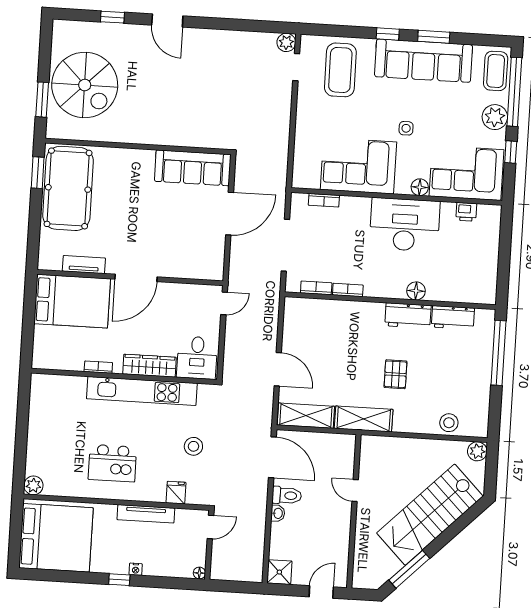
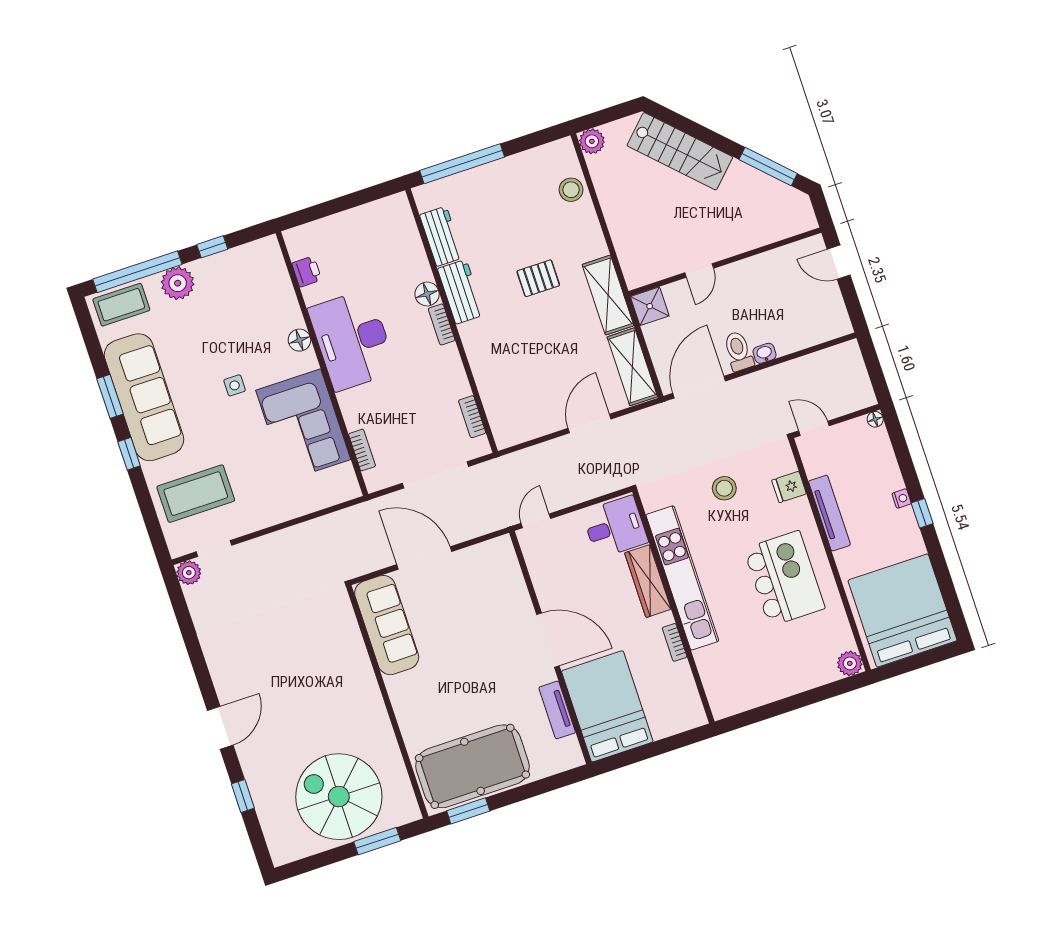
spiral stairs: (85, 85) -> (339, 797), turned -90
corner sofa: (466, 173) -> (259, 290), removed
bookcase: (348, 290) -> (442, 324), moved
door: (224, 303) -> (536, 521), hinge flipped
kitchen island: (112, 463) -> (784, 578), width x1.37, depth x1.28
stairs: (430, 515) -> (680, 151), width x0.73, depth x0.66
shower: (279, 572) -> (650, 306), moved

